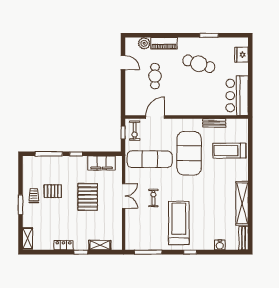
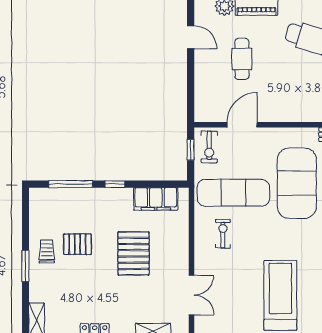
double door: (124, 196) -> (191, 295), moved
exercise bike: (153, 198) -> (223, 234), moved

